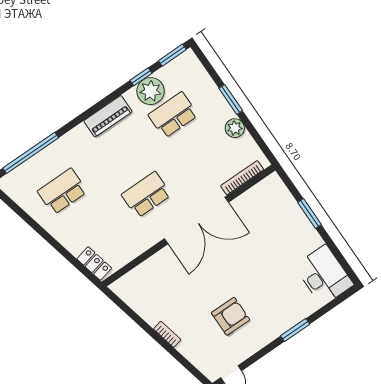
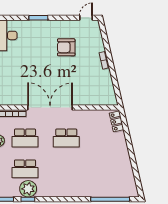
piano: (108, 116) -> (58, 191), removed
school desk: (62, 191) -> (25, 138), moved

